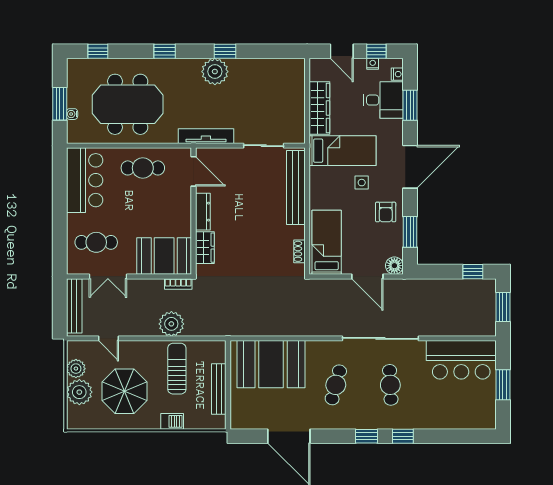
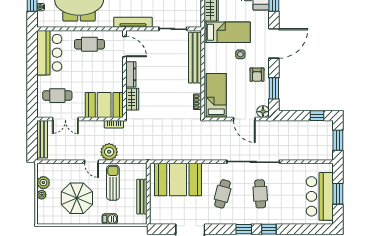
door: (108, 338) -> (91, 162), moved
bar counter: (461, 360) -> (320, 196), moved, turned 90
plant: (79, 392) -> (42, 195), width x0.53, depth x0.53

